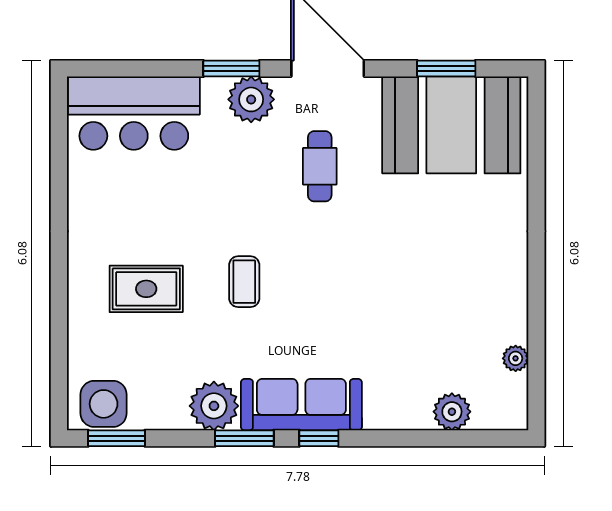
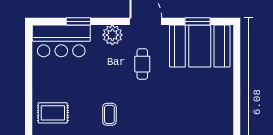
window: (231, 69) -> (78, 21), moved
rug: (146, 289) -> (53, 113), moved

